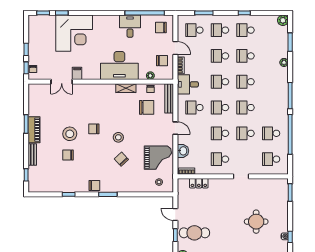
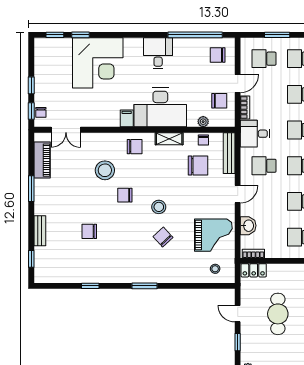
desk: (130, 26) -> (158, 53), moved
door: (175, 48) -> (238, 83), hinge flipped
filing cabinet: (77, 73) -> (127, 118), moved
double door: (62, 82) -> (66, 130), moved
door: (175, 128) -> (238, 194), hinge flipped
piano: (34, 130) -> (42, 160), moved
stool: (70, 134) -> (105, 170), moved
locker: (199, 183) -> (254, 270), moved
chair: (94, 186) -> (135, 147), moved
cafe table: (194, 233) -> (278, 314), moved, turned 90

